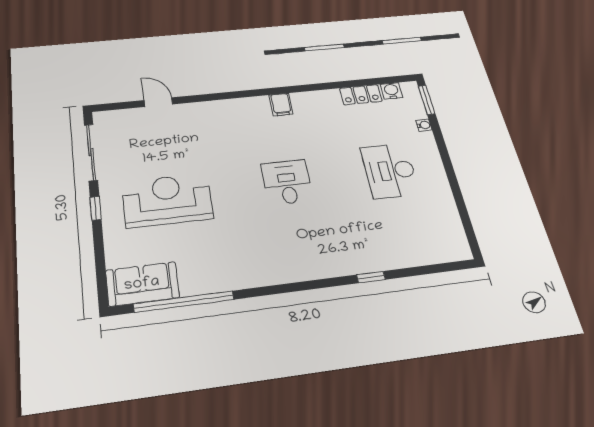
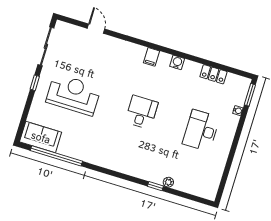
water cooler: (391, 91) -> (177, 62), moved
filing cabinet: (281, 105) -> (152, 57), moved
plant: (387, 262) -> (168, 182), added

